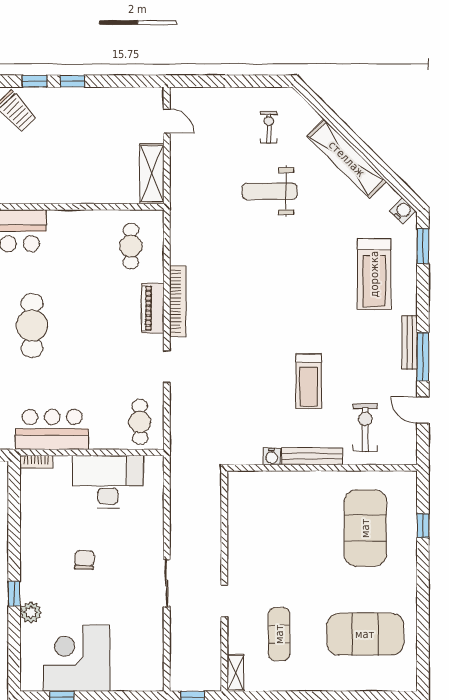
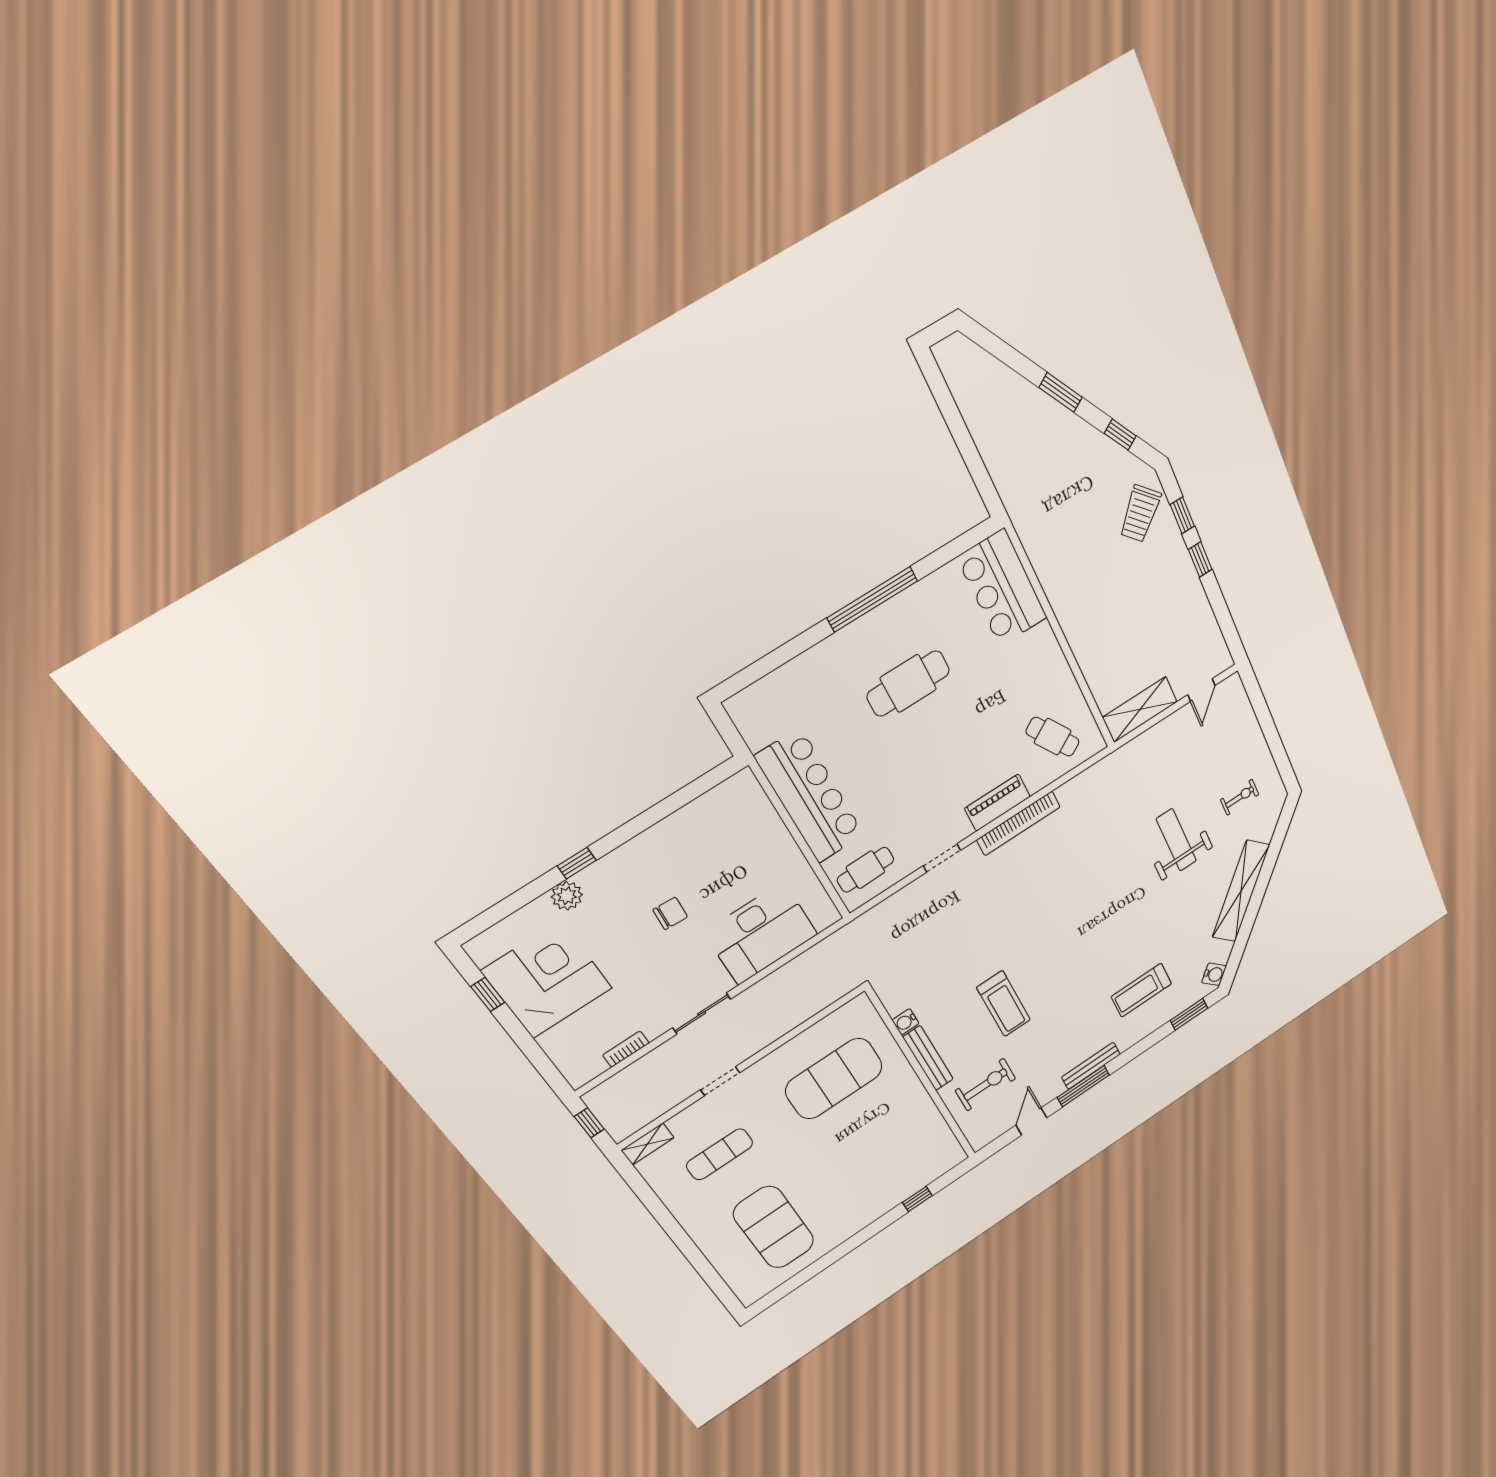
cafe table: (131, 246) -> (1053, 737), turned 58
treadmill: (374, 274) -> (1141, 990), width x0.73, depth x0.73
treadmill: (309, 381) -> (1004, 1004), turned -90
bar counter: (52, 429) -> (810, 796), width x1.36
bookcase: (36, 462) -> (626, 1049), moved, turned 90
desk: (108, 482) -> (761, 933), moved, turned 90
exercise mat: (365, 528) -> (834, 1079), moved

